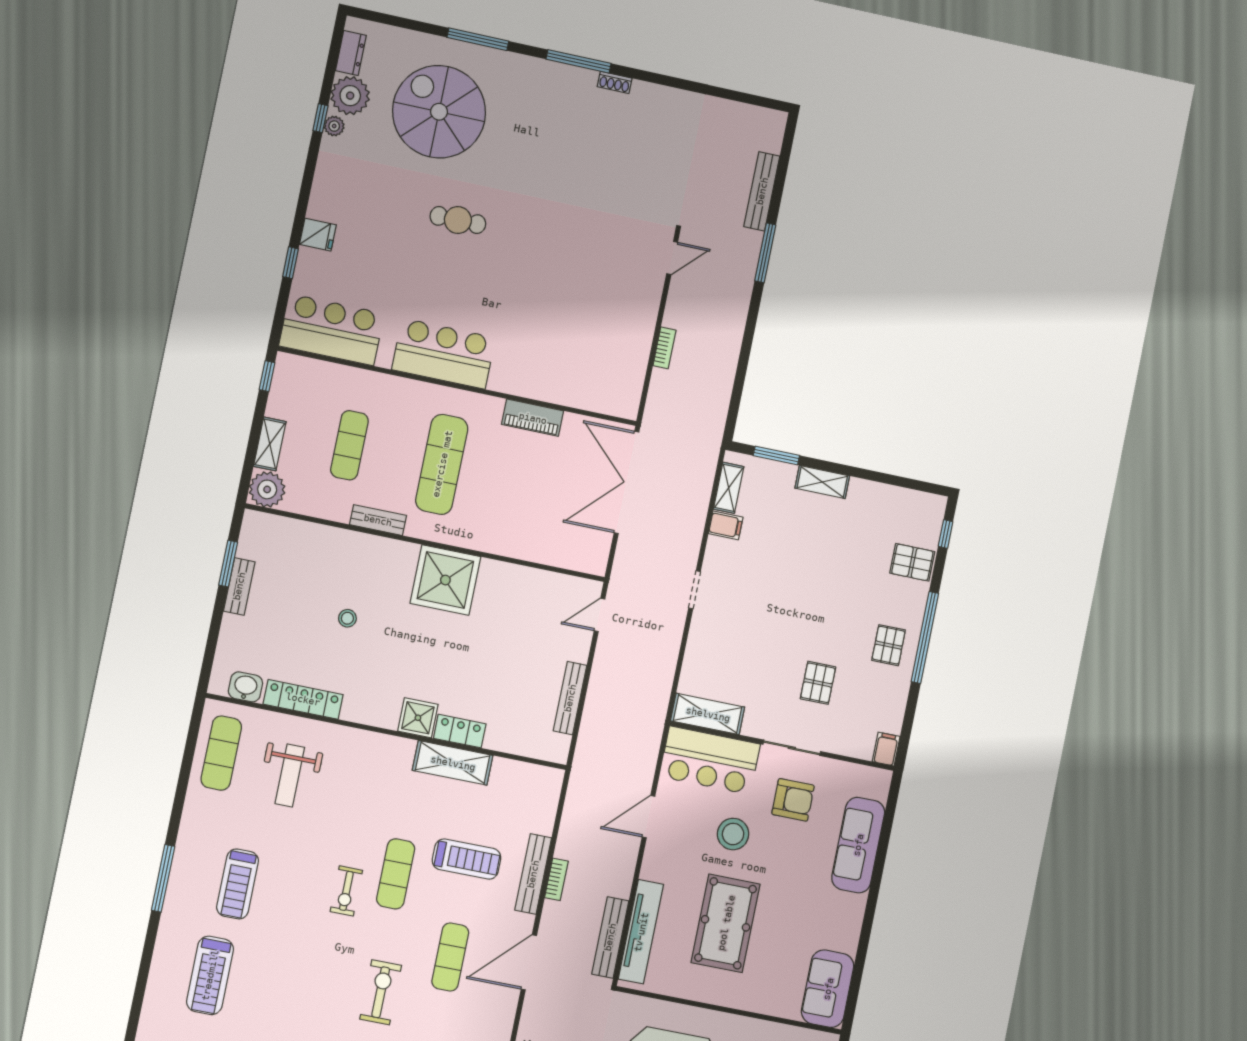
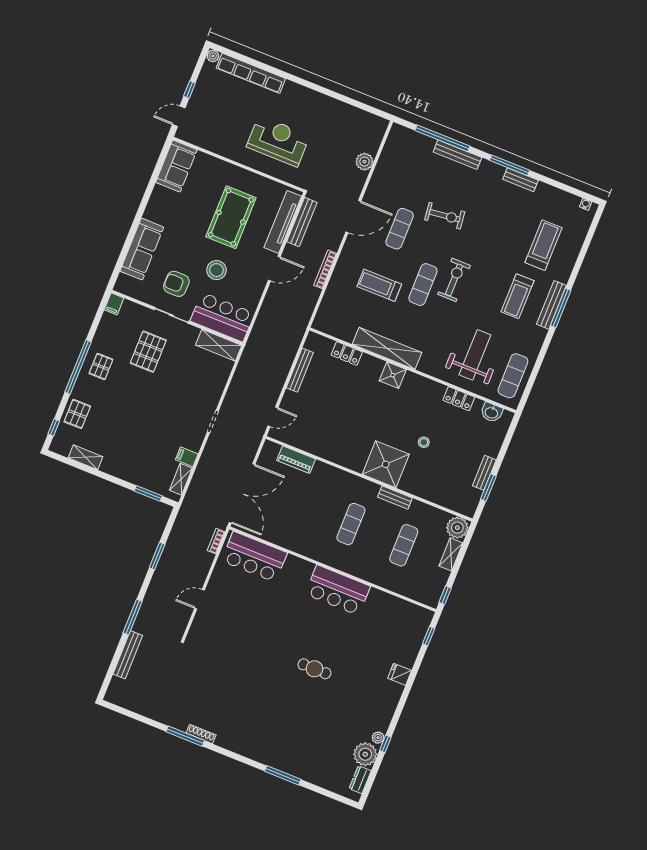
window: (579, 61) -> (185, 736), moved
shoe rack: (615, 82) -> (201, 734), width x1.43
spiral stairs: (439, 112) -> (314, 736), removed
door: (672, 258) -> (200, 599), moved
window: (290, 263) -> (429, 636), moved
bar counter: (331, 330) -> (254, 557), moved
bookcase: (664, 348) -> (216, 541), moved
window: (744, 358) -> (157, 556), added
piano: (533, 418) -> (296, 460), moved, turned 180
exercise mat: (442, 464) -> (351, 524), width x0.73, depth x0.69
shelving: (822, 482) -> (85, 457), moved
pallet: (912, 562) -> (77, 414), turned 90
shower: (445, 580) -> (386, 464), moved
pallet: (818, 683) -> (148, 352), width x1.50, depth x1.42
locker: (303, 699) -> (459, 399), width x0.66
locker: (460, 731) -> (347, 353), moved
shelving: (453, 763) -> (387, 348), width x1.47
weight bench: (290, 775) -> (475, 355), width x1.36, depth x1.33
door: (649, 817) -> (274, 269), moved
bench: (533, 874) -> (551, 305), moved
bookcase: (556, 879) -> (325, 269), width x1.56
treadmill: (238, 884) -> (517, 296), turned 180
exercise bike: (346, 891) -> (454, 280), width x1.38, depth x1.39
exercise bike: (381, 992) -> (445, 216), turned -97

